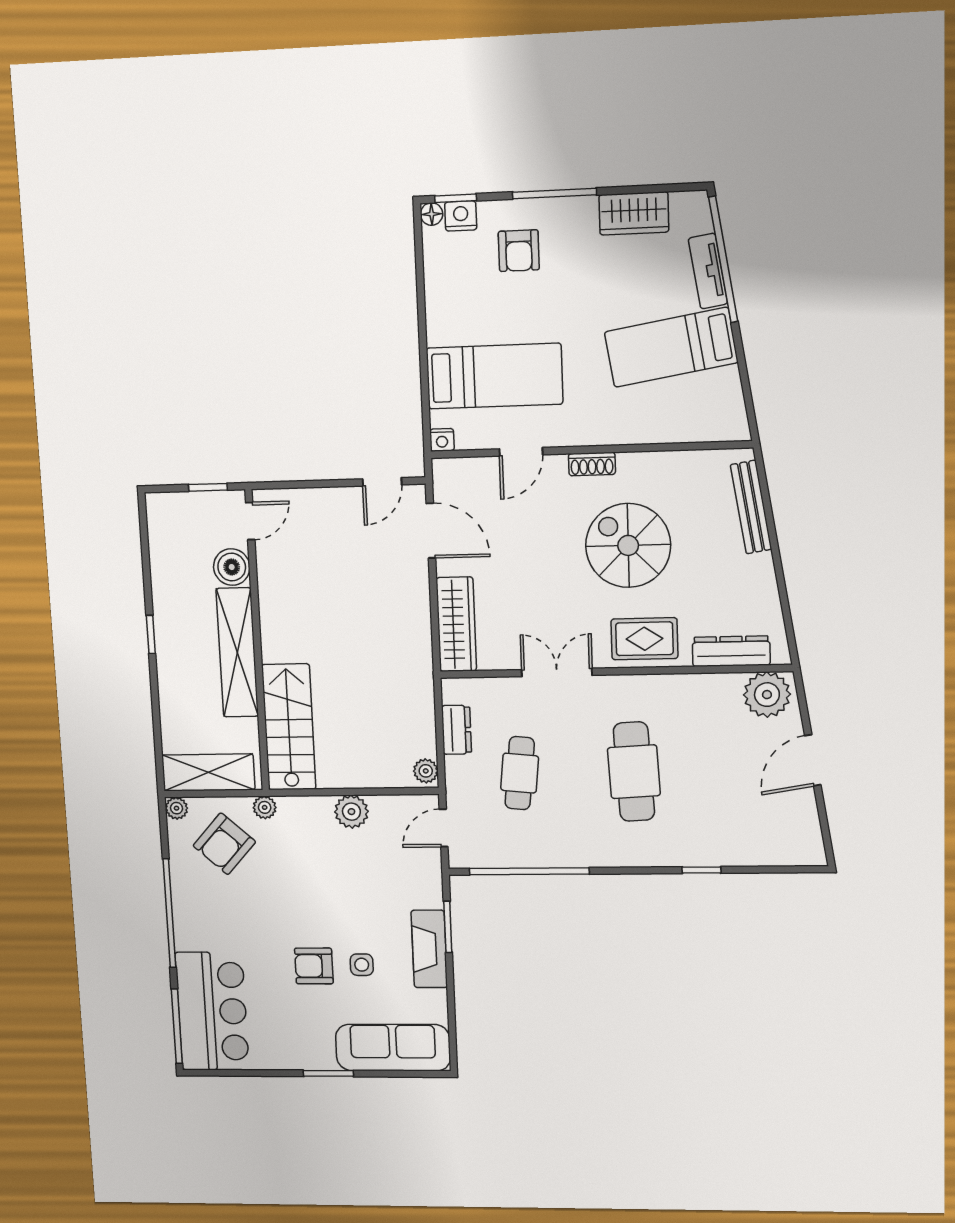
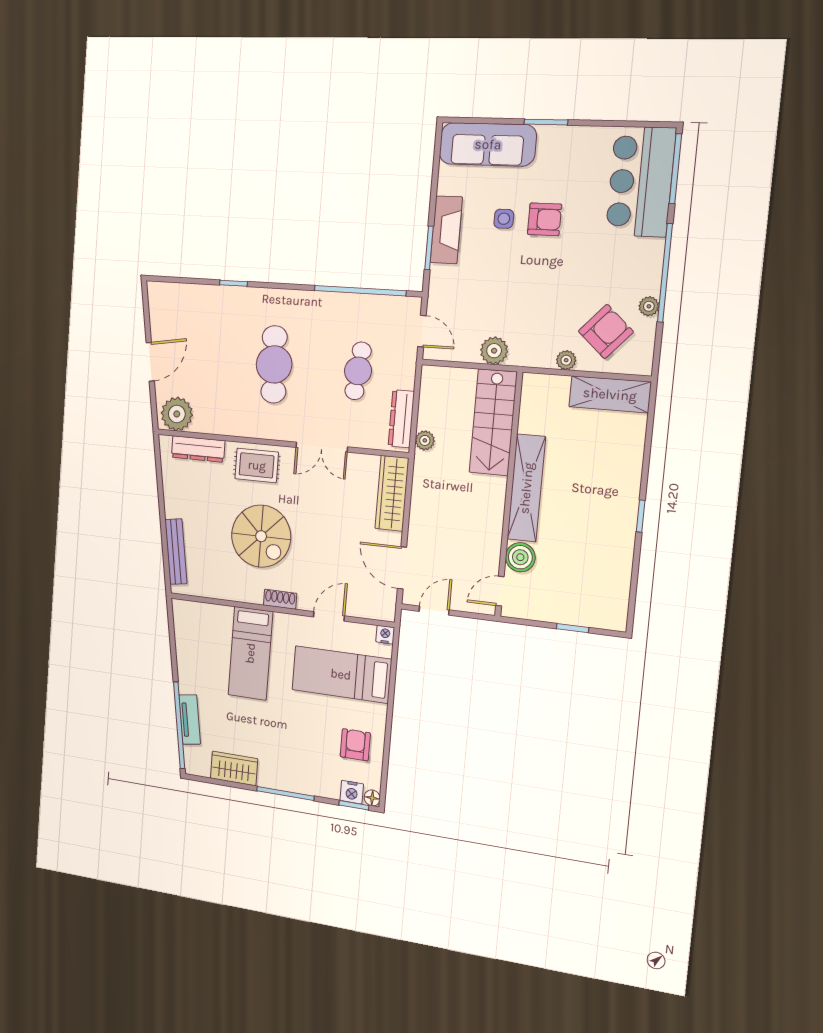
armchair: (519, 251) -> (355, 745), moved
bed: (671, 347) -> (250, 653), moved, turned 99
door: (250, 521) -> (500, 591), moved
boiler: (232, 567) -> (520, 557), moved
wall: (257, 641) -> (509, 495), moved
shelving: (237, 653) -> (526, 488), moved
stairs: (289, 727) -> (493, 422), moved
dresser: (456, 730) -> (401, 419), width x1.44
plant: (426, 771) -> (425, 440), moved
plant: (176, 808) -> (649, 306), moved
door: (444, 828) -> (422, 331), hinge flipped

